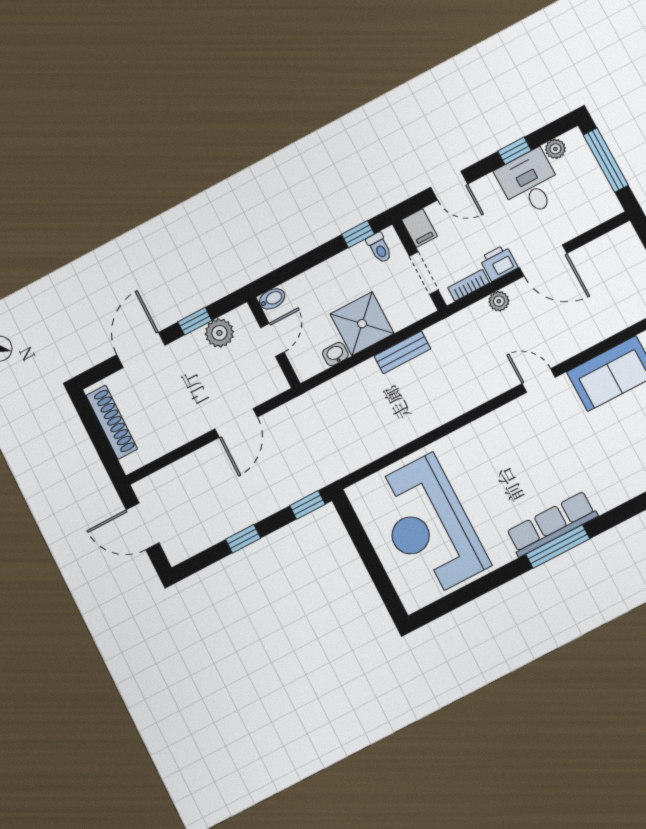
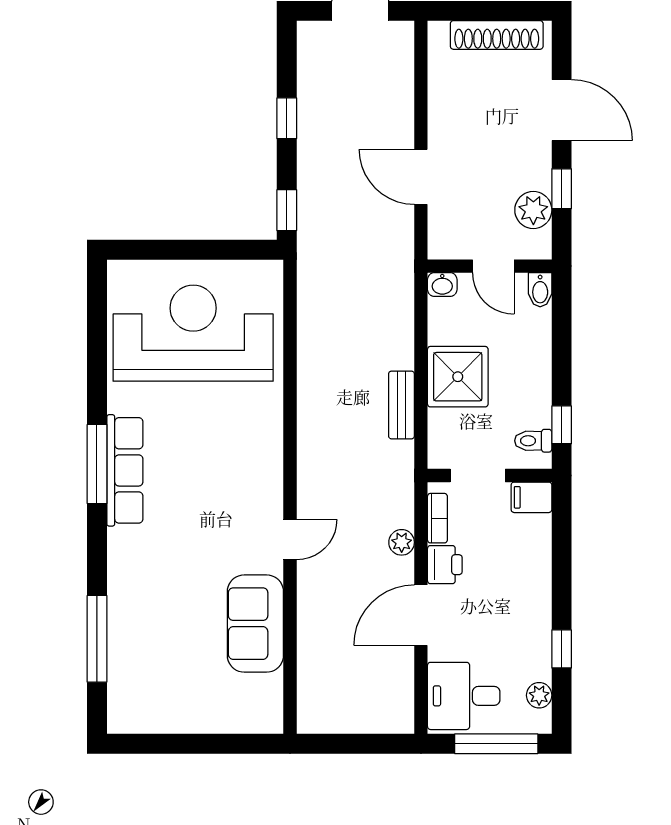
desk: (530, 183) -> (464, 696), moved, turned 180
door: (449, 186) -> (562, 555), removed
washbasin: (335, 354) -> (442, 285), moved, turned 90

